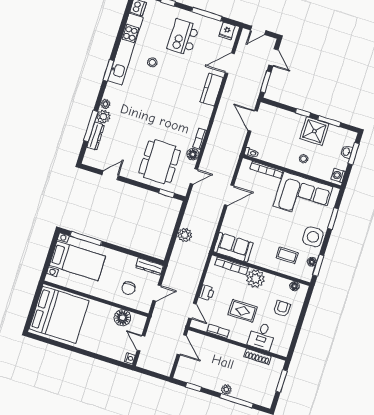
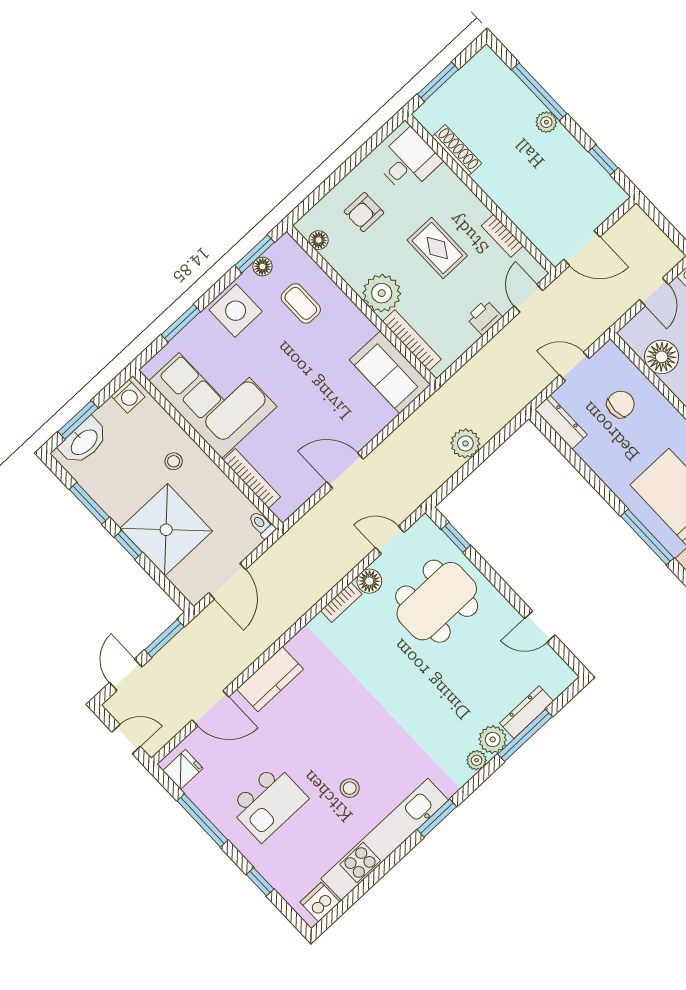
shower: (314, 131) -> (166, 530), moved, width x1.37, depth x1.37
washbasin: (347, 152) -> (84, 442), width x1.91, depth x1.45
desk: (262, 336) -> (408, 161), moved
door: (182, 345) -> (582, 248), swing flipped

